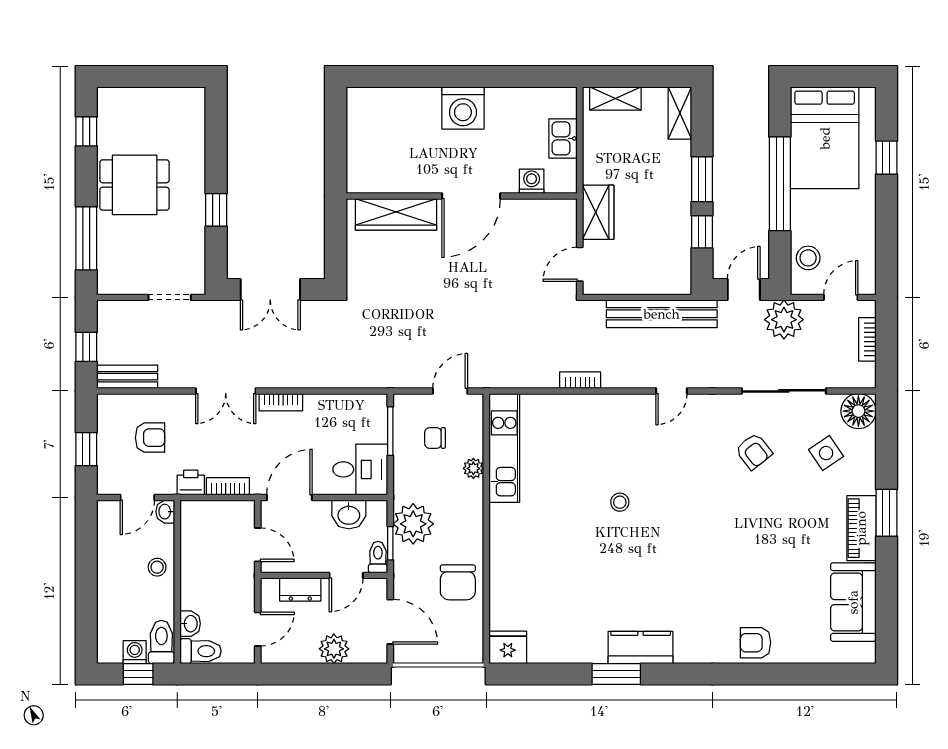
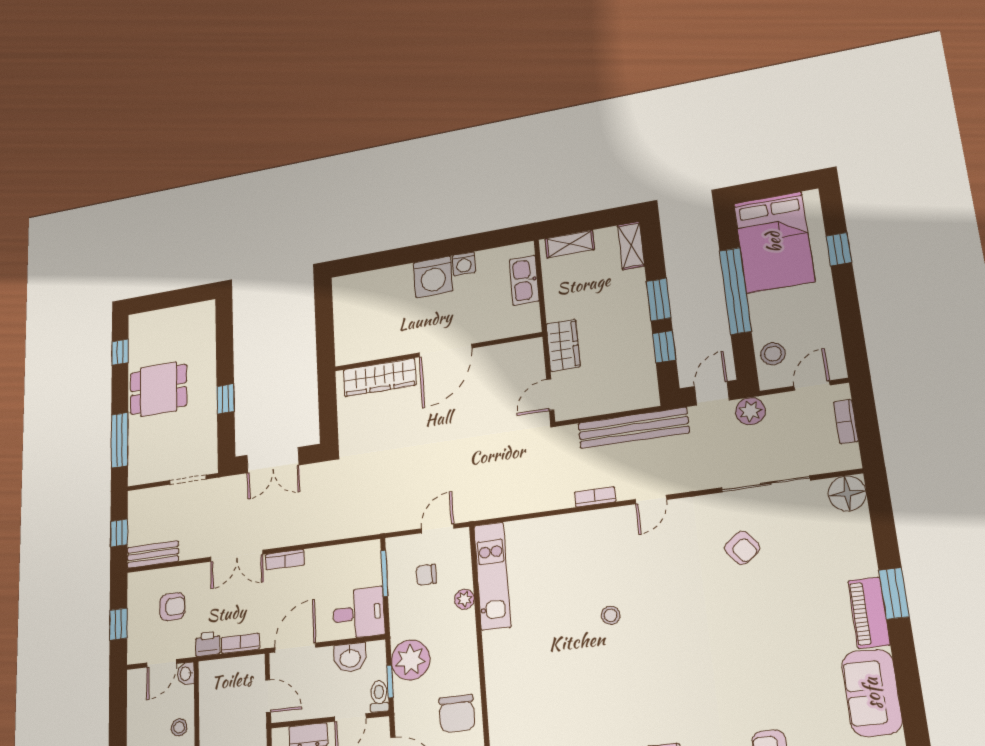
kitchen sink: (563, 138) -> (524, 280), width x1.38
washing machine: (532, 181) -> (464, 264), moved, turned 180
plant: (784, 320) -> (750, 411), width x0.73, depth x0.73
bookcase: (580, 380) -> (595, 497), moved
side table: (826, 453) -> (819, 540), removed

